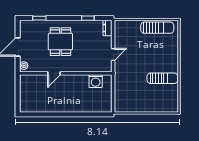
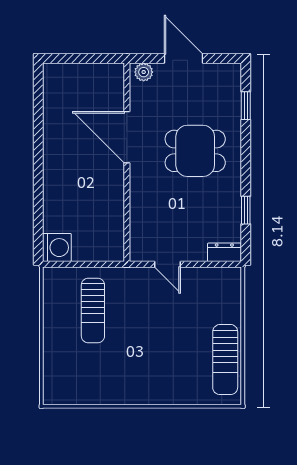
door: (54, 73) -> (127, 137), width x1.88
sun lounger: (162, 78) -> (93, 311), moved
washing machine: (96, 81) -> (57, 248), moved, turned 180

